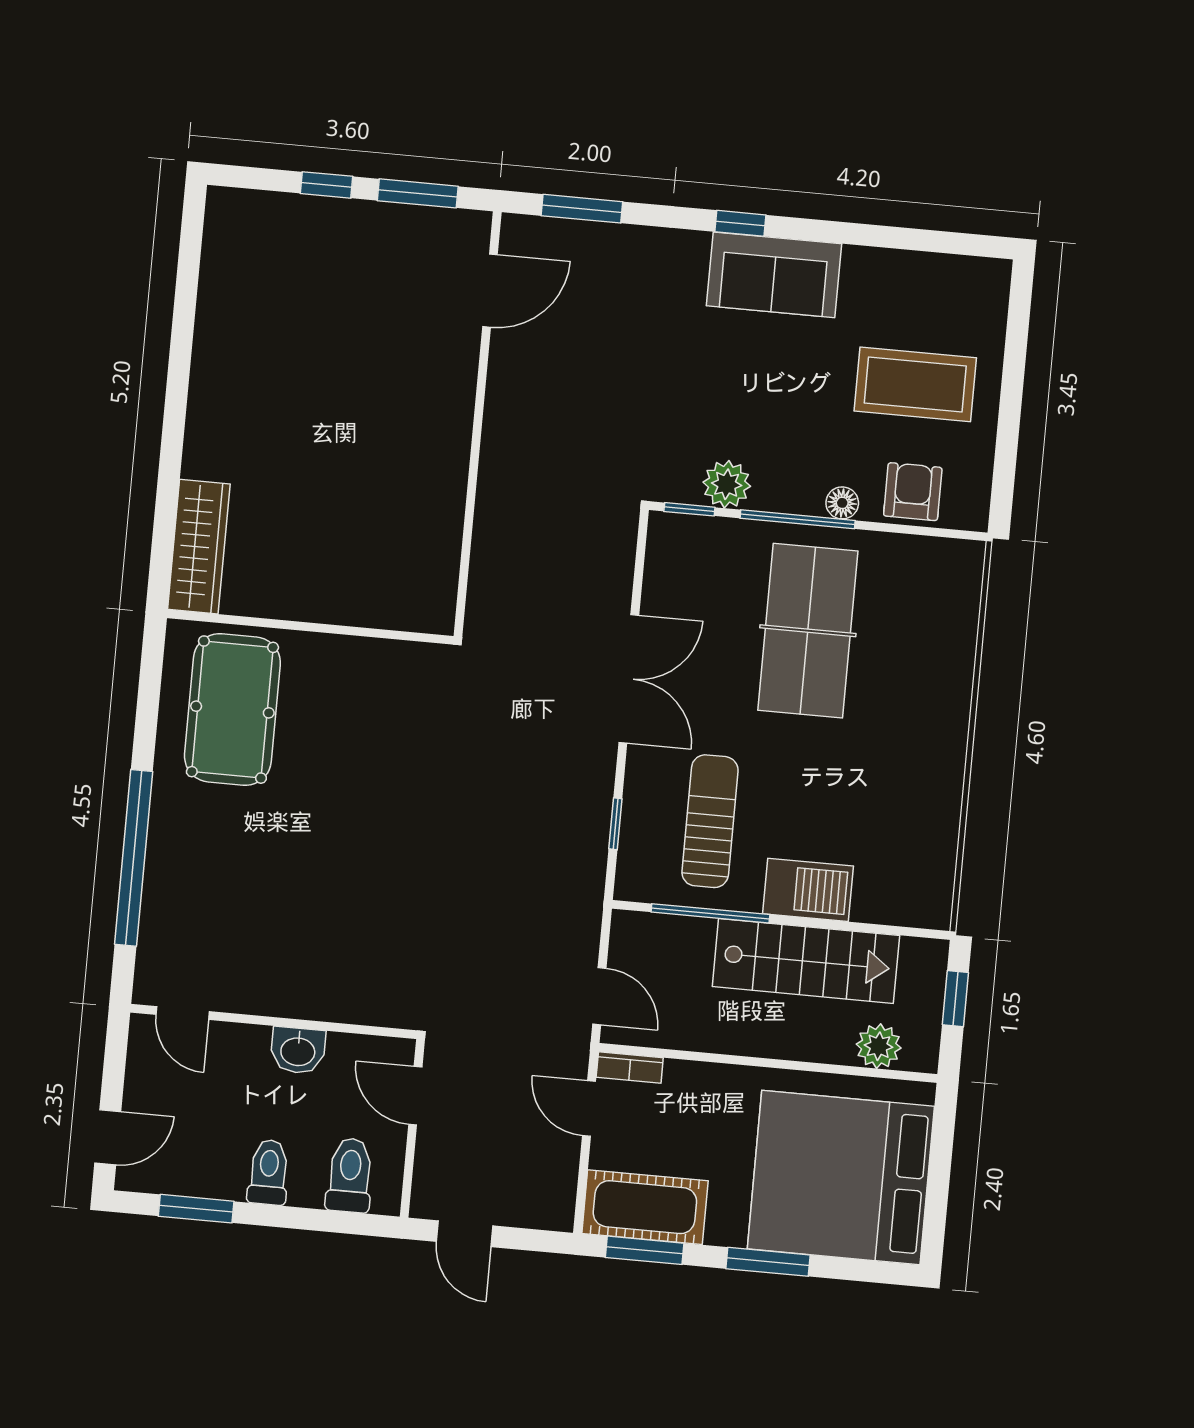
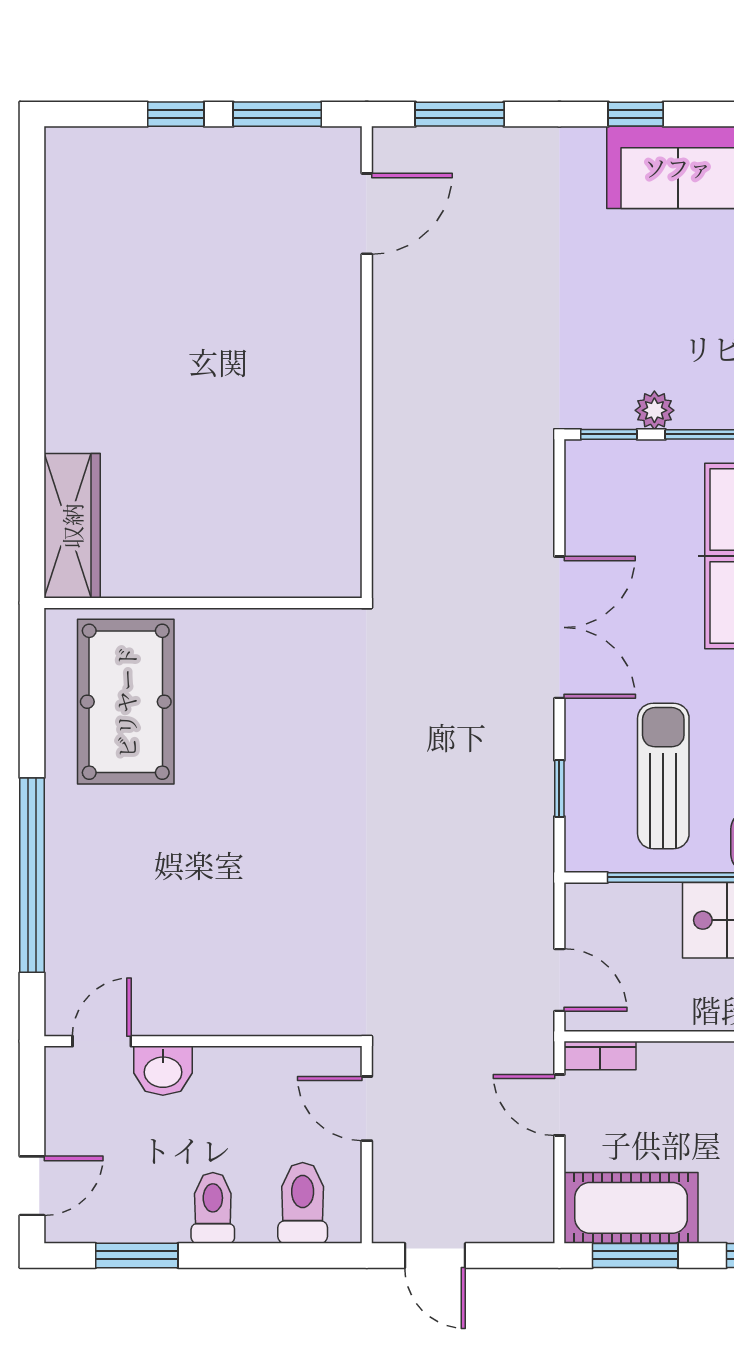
plant: (727, 484) -> (654, 410), width x0.73, depth x0.73
door: (183, 1013) -> (102, 1041), swing flipped
washbasin: (298, 1050) -> (163, 1071), moved

